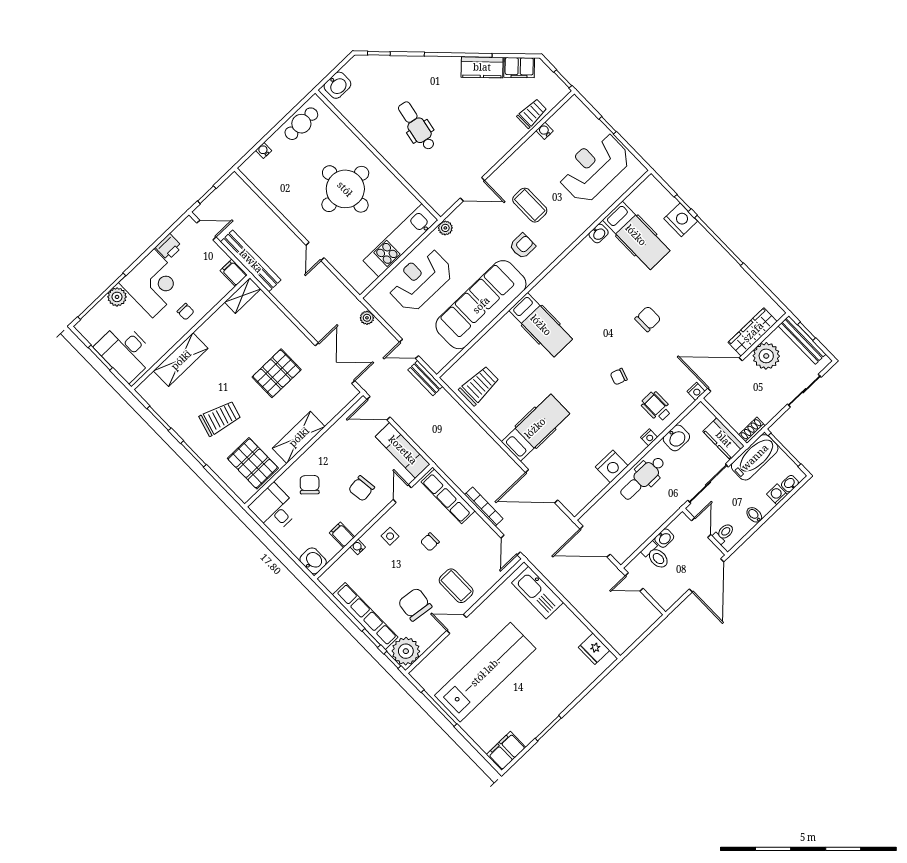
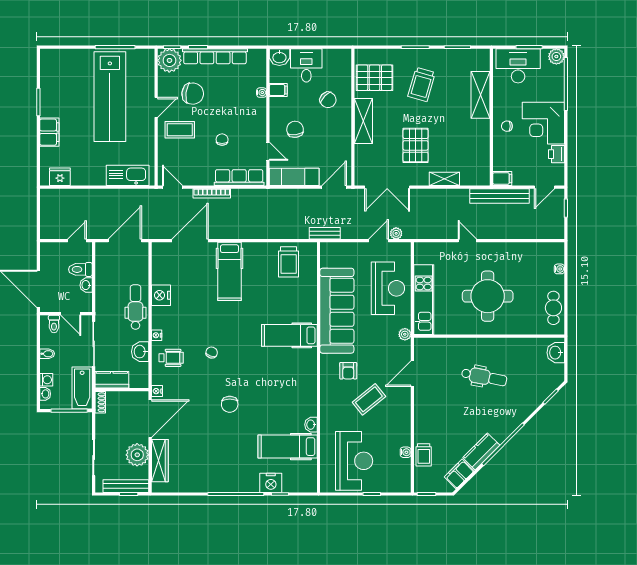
coffee table: (530, 205) -> (369, 399), turned -39
shelving: (243, 296) -> (444, 179), moved, turned 90
plant: (117, 297) -> (556, 56), moved
door: (409, 349) -> (379, 241), moved
desk: (274, 508) -> (306, 65), moved, turned -90
side table: (390, 536) -> (249, 119), removed
filing cabinet: (506, 751) -> (49, 132), moved

